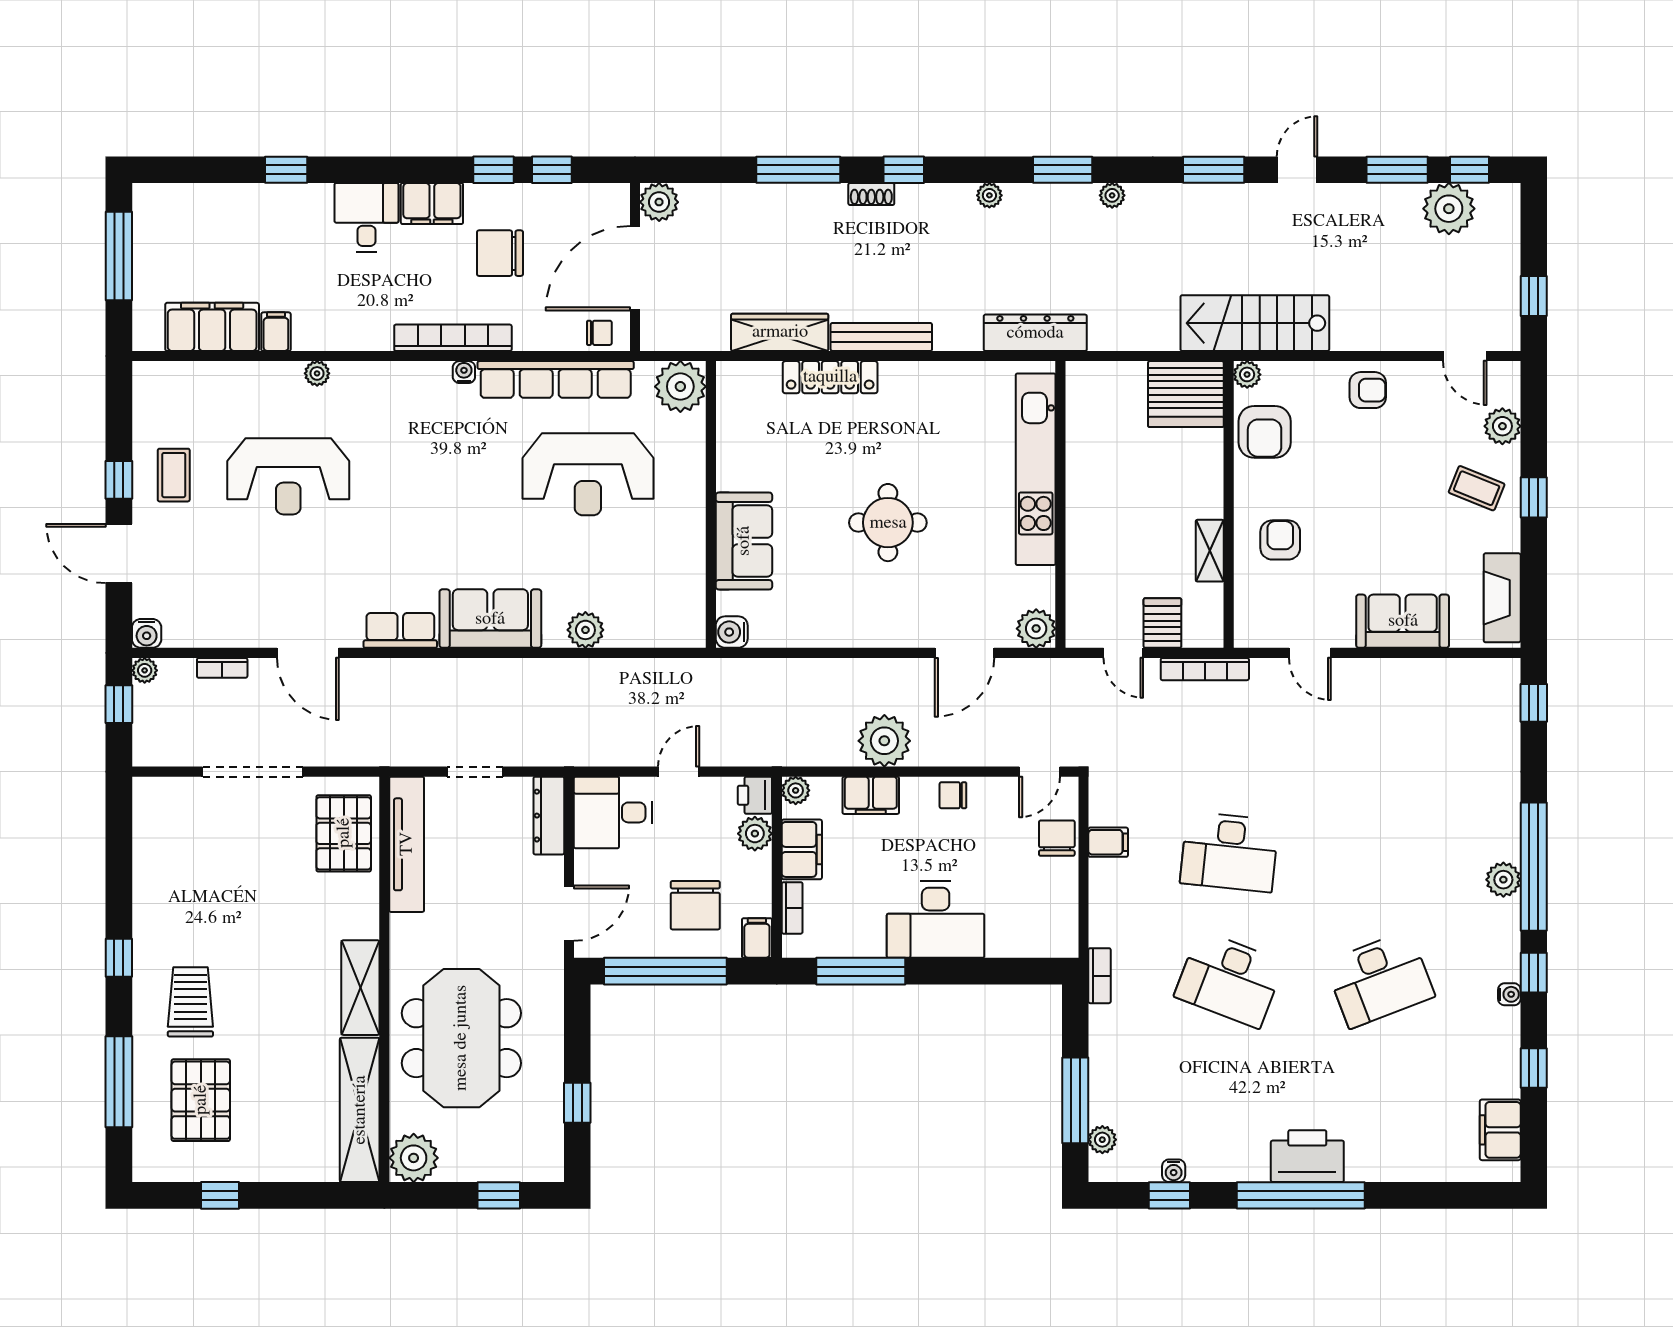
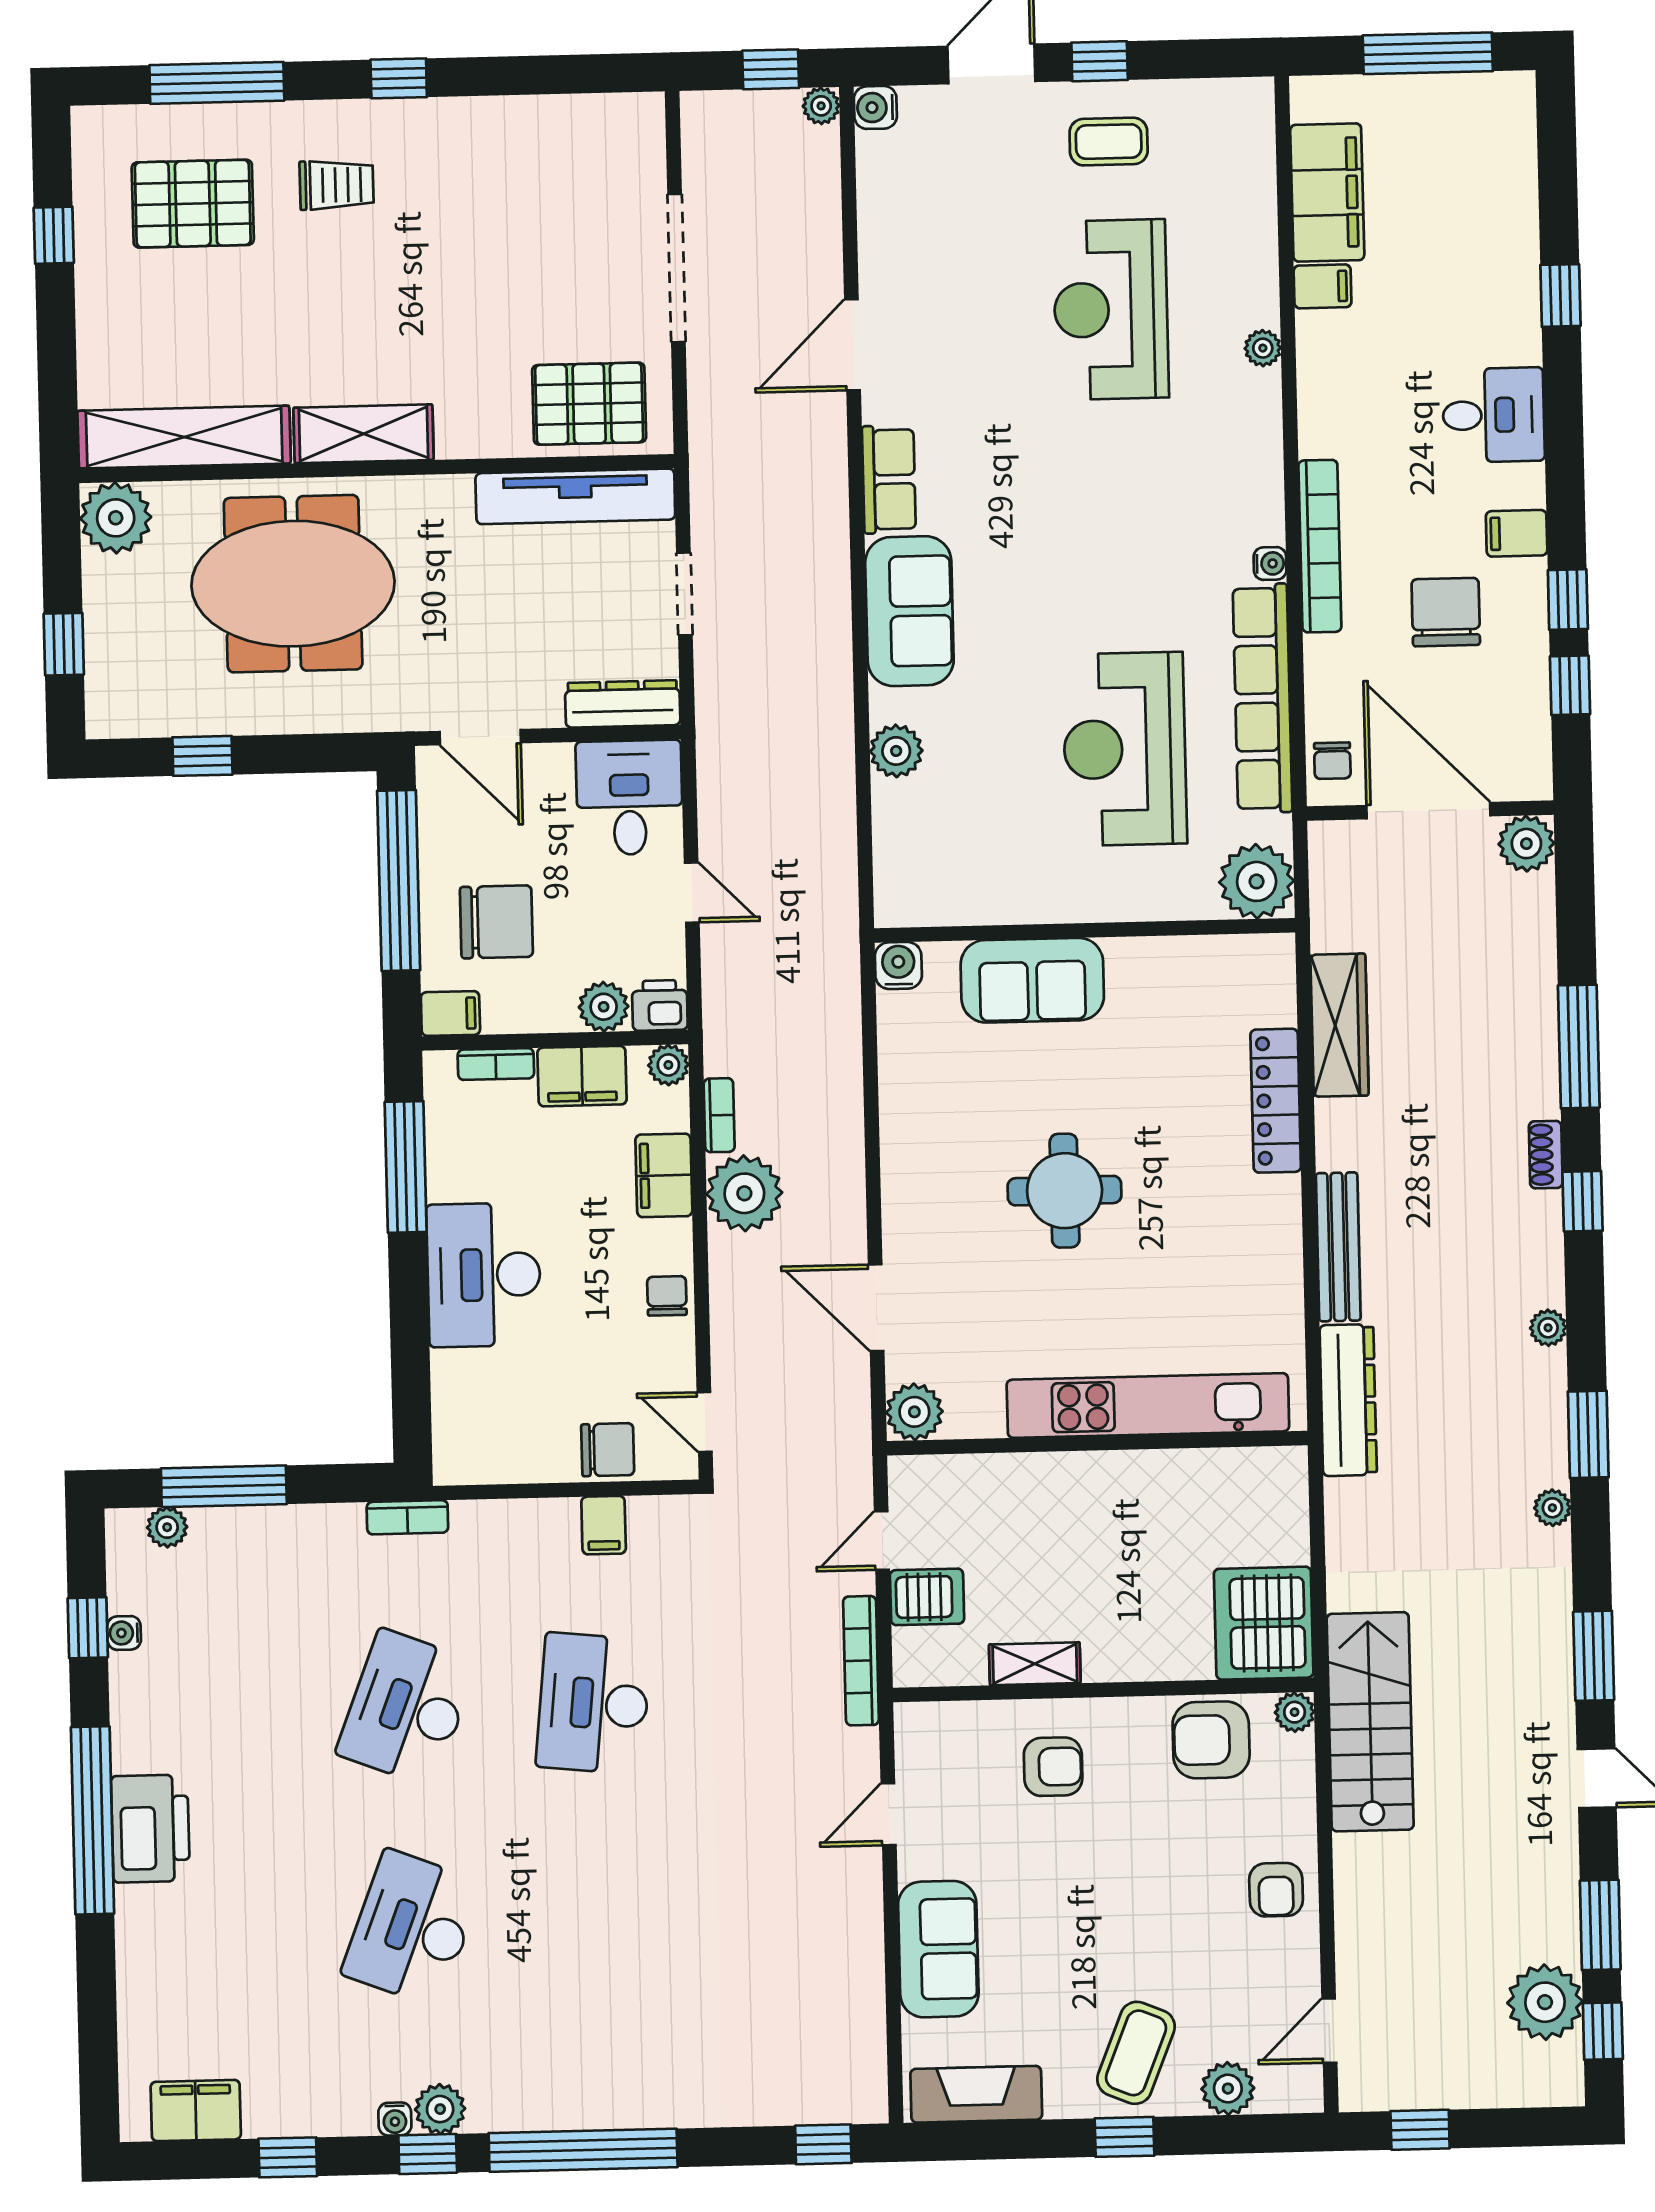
filing cabinet: (432, 204) -> (1517, 533), width x0.50
bench: (881, 337) -> (1338, 1247), moved
coffee table: (1477, 488) -> (1136, 2053), width x1.36, depth x1.30
bookcase: (222, 668) -> (719, 1115), moved, turned 180
plant: (1503, 880) -> (440, 2109), moved
chair: (695, 905) -> (496, 922), turned 180
desk: (1380, 979) -> (412, 1928), turned 42
trolley: (190, 1002) -> (337, 185), width x0.73, depth x0.72

